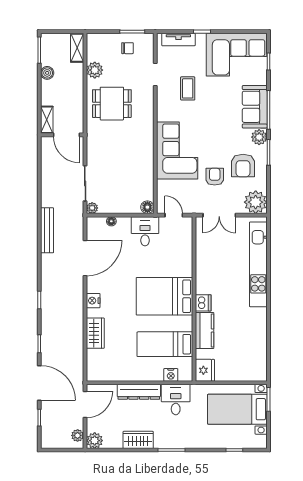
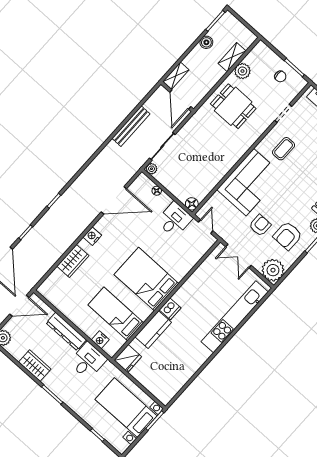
shelving: (77, 48) -> (232, 57), moved
coffee table: (188, 88) -> (284, 149), moved
bench: (47, 230) -> (131, 126), moved

